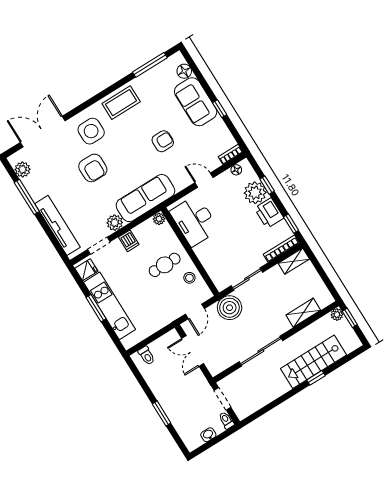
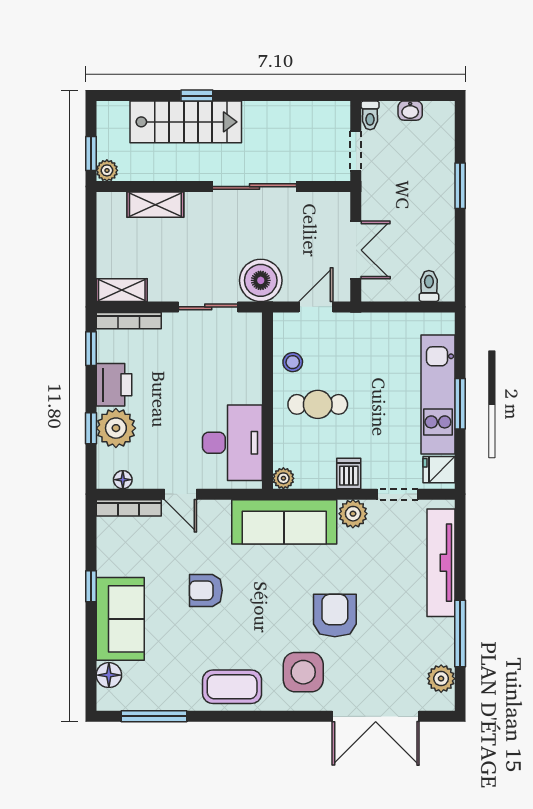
bookcase: (231, 154) -> (129, 508), width x1.56

